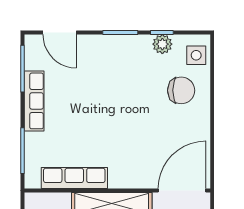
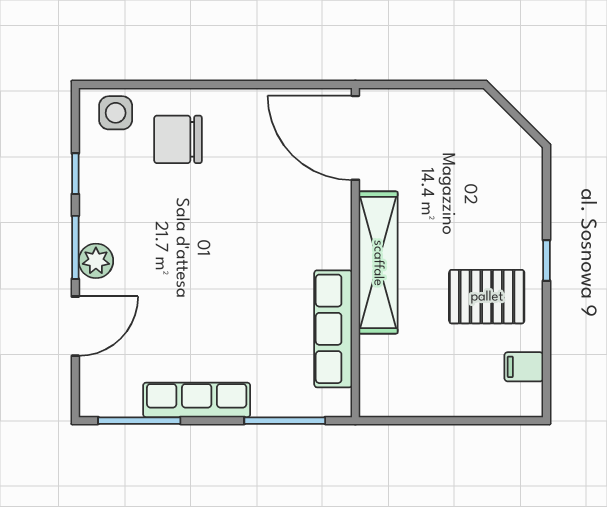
door: (60, 33) -> (75, 326), moved
plant: (162, 44) -> (96, 261), moved
chair: (181, 90) -> (178, 139), turned -90

